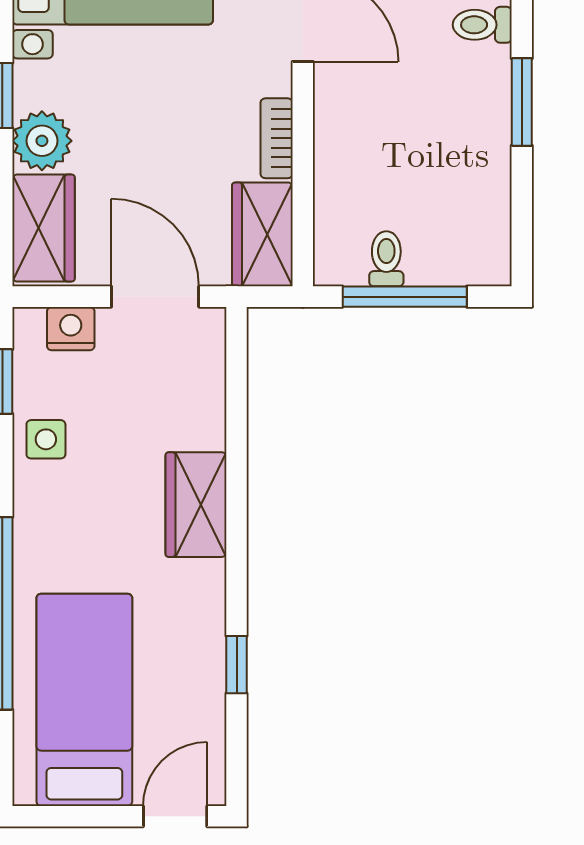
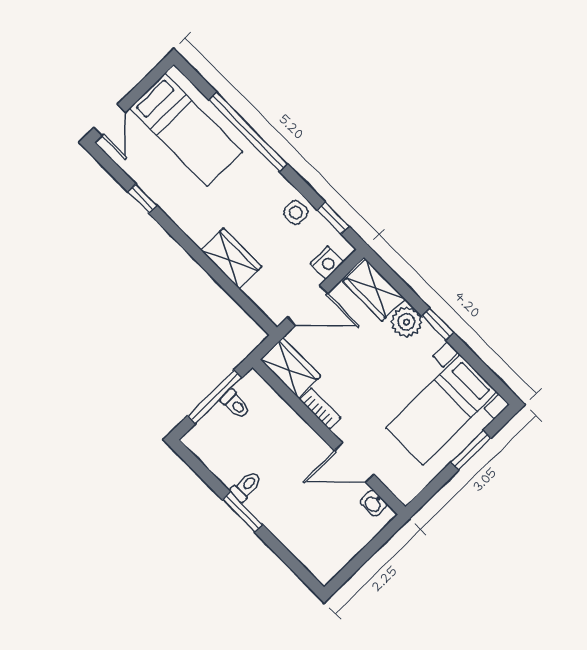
toilet: (482, 25) -> (246, 486), moved
wardrobe: (196, 505) -> (231, 258), moved

